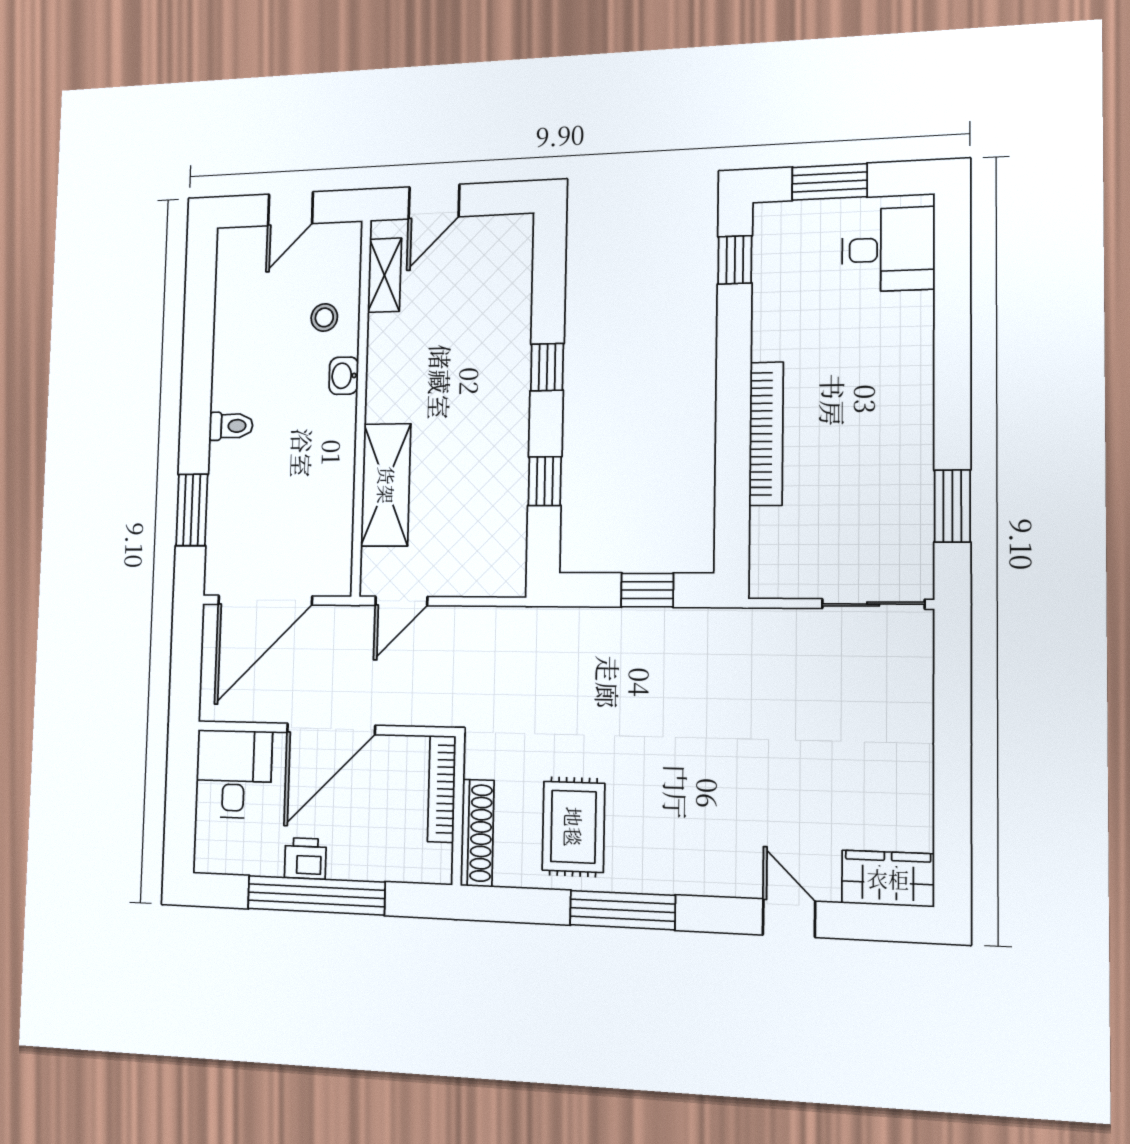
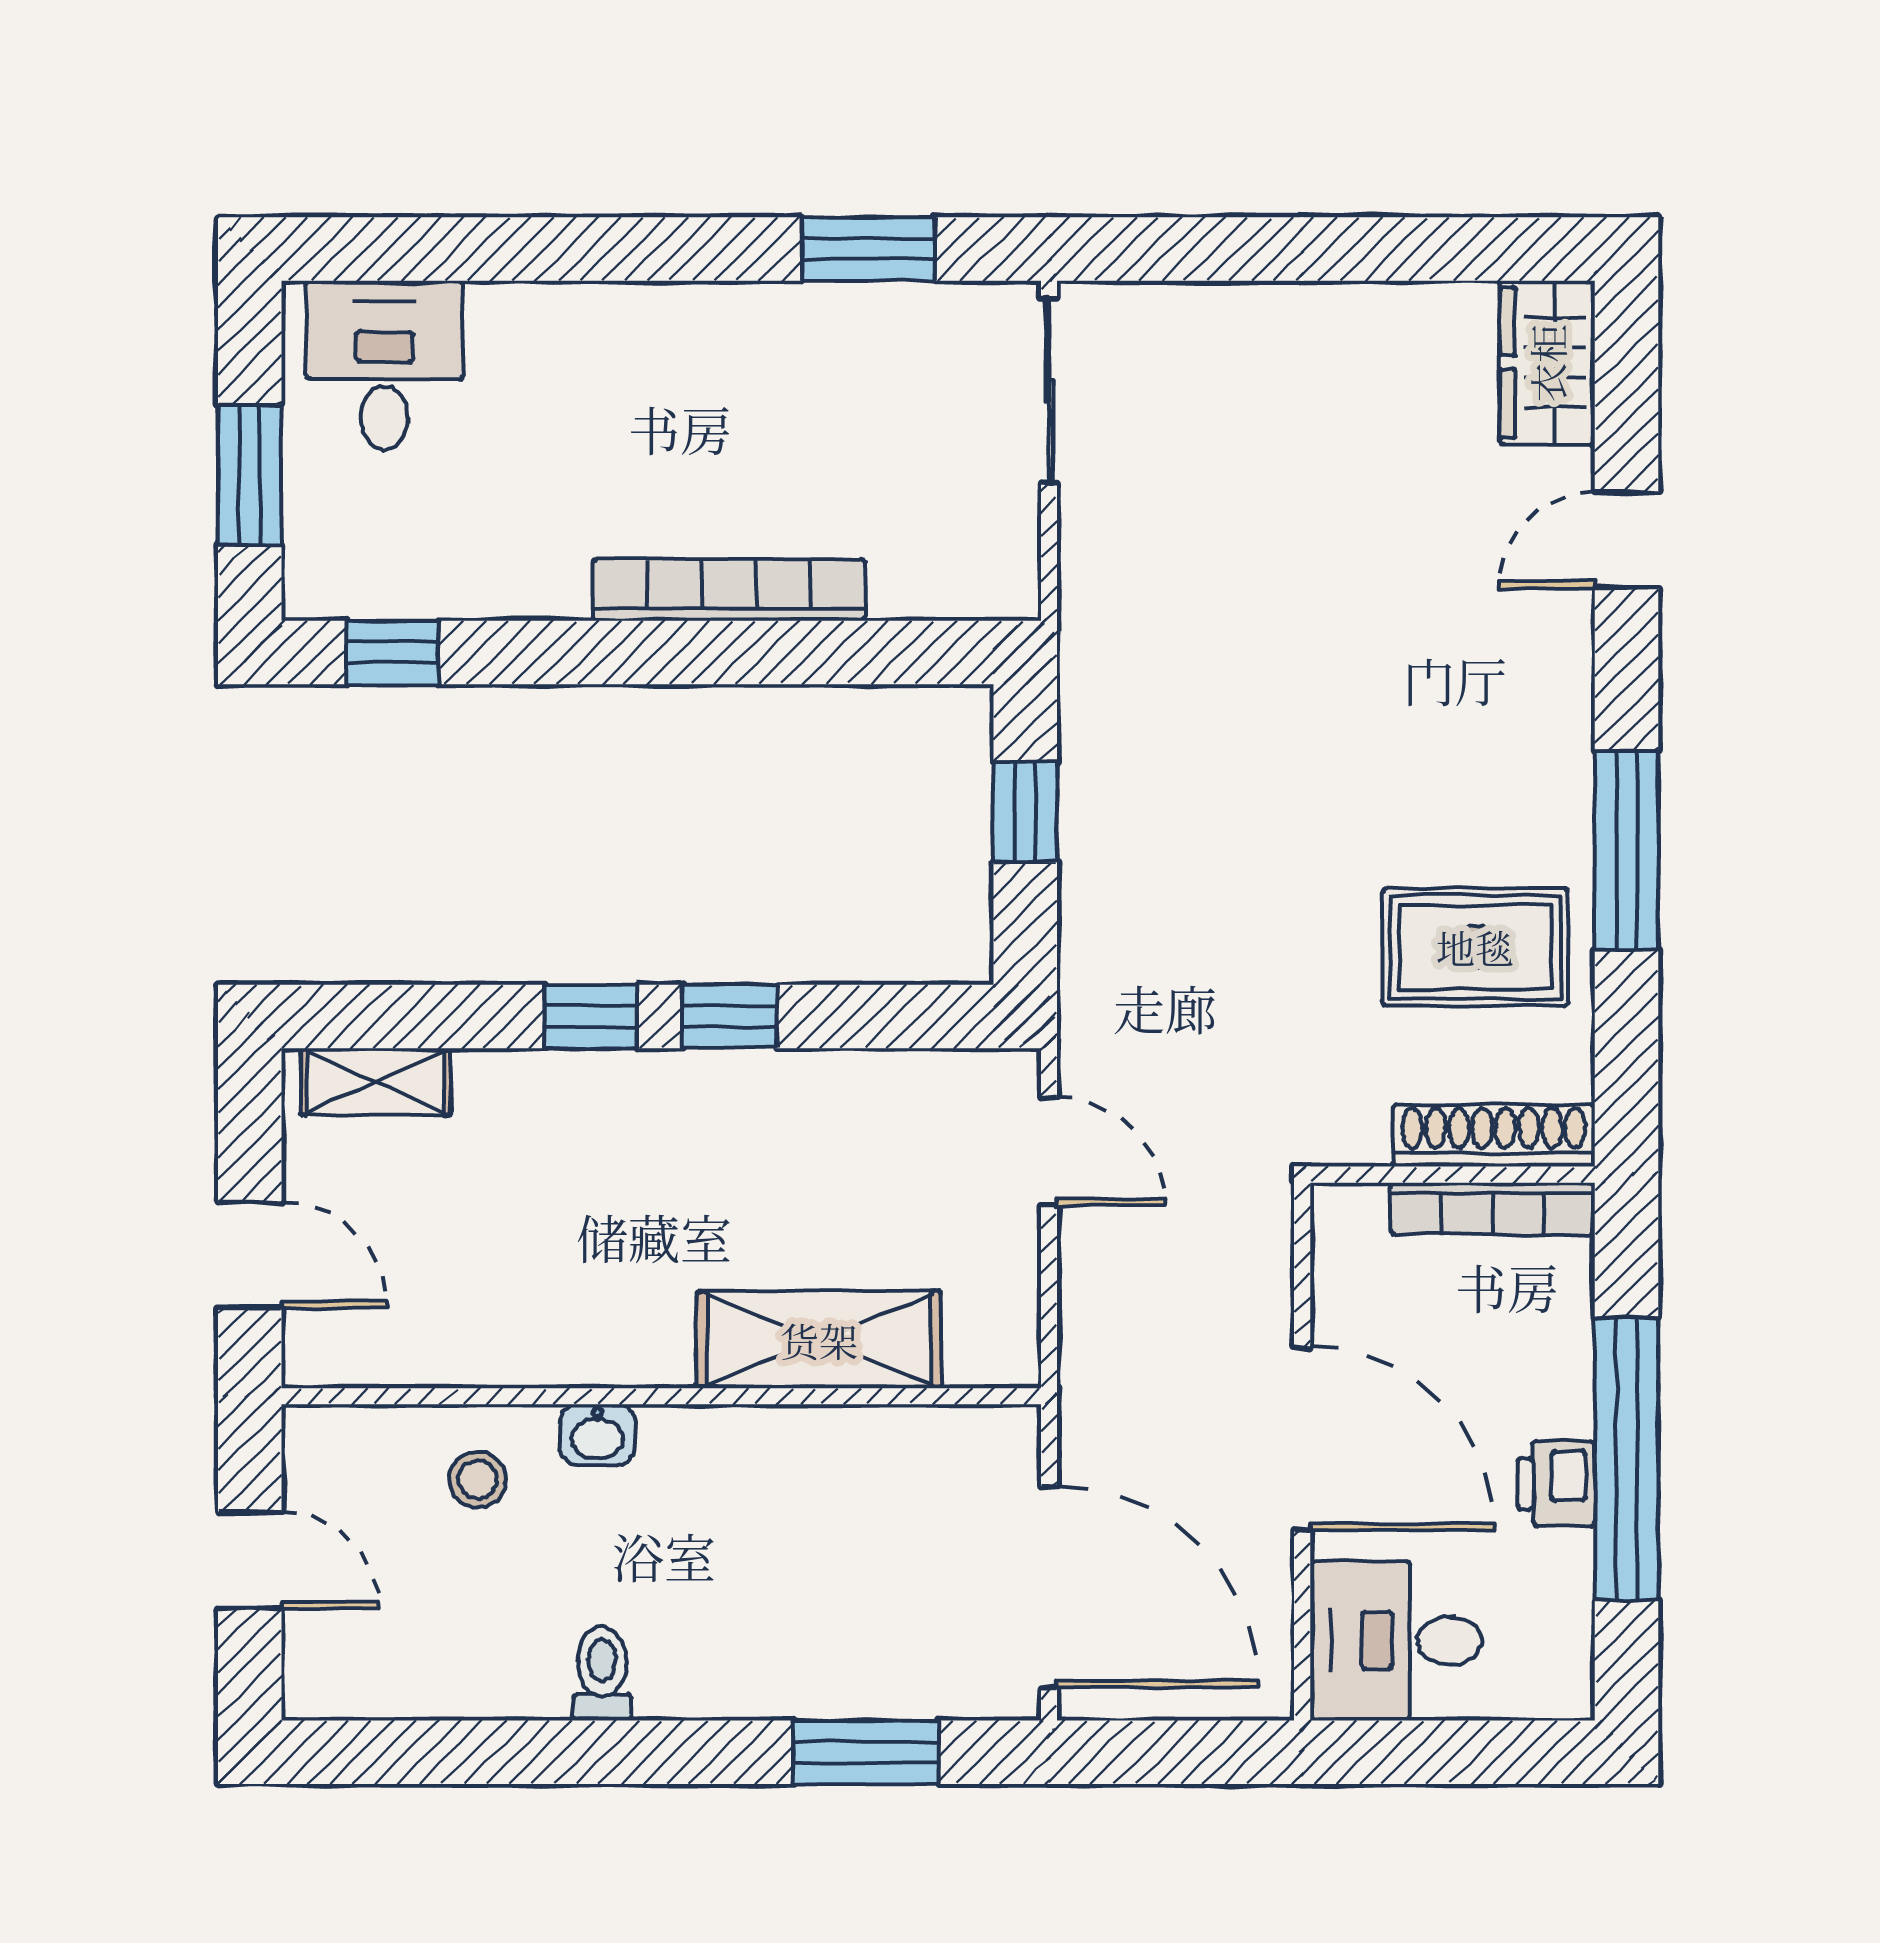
shelving: (384, 275) -> (375, 1082), moved
toilet: (231, 426) -> (602, 1673), moved
window: (545, 481) -> (730, 1016), moved
door: (401, 601) -> (1049, 1152), moved
bookcase: (442, 789) -> (1493, 1209), moved

